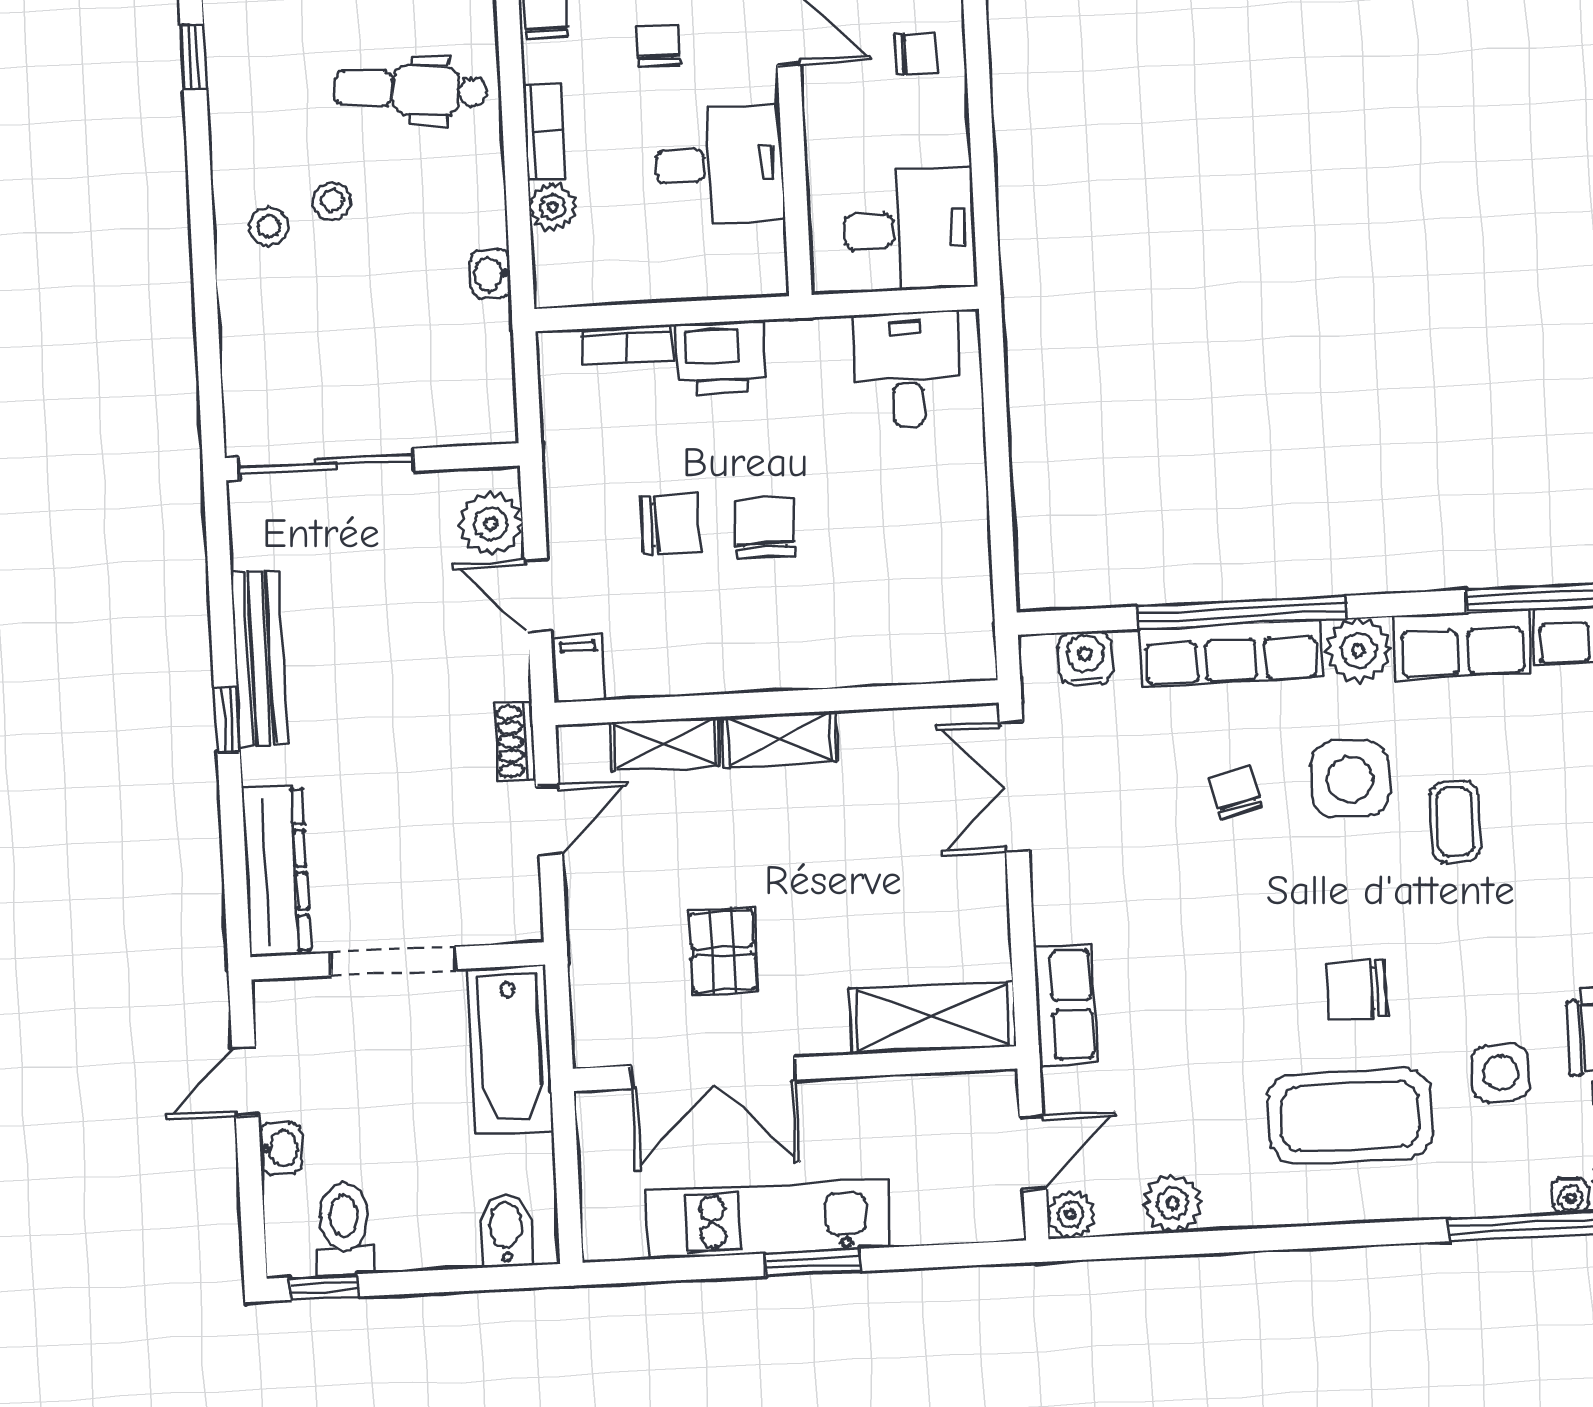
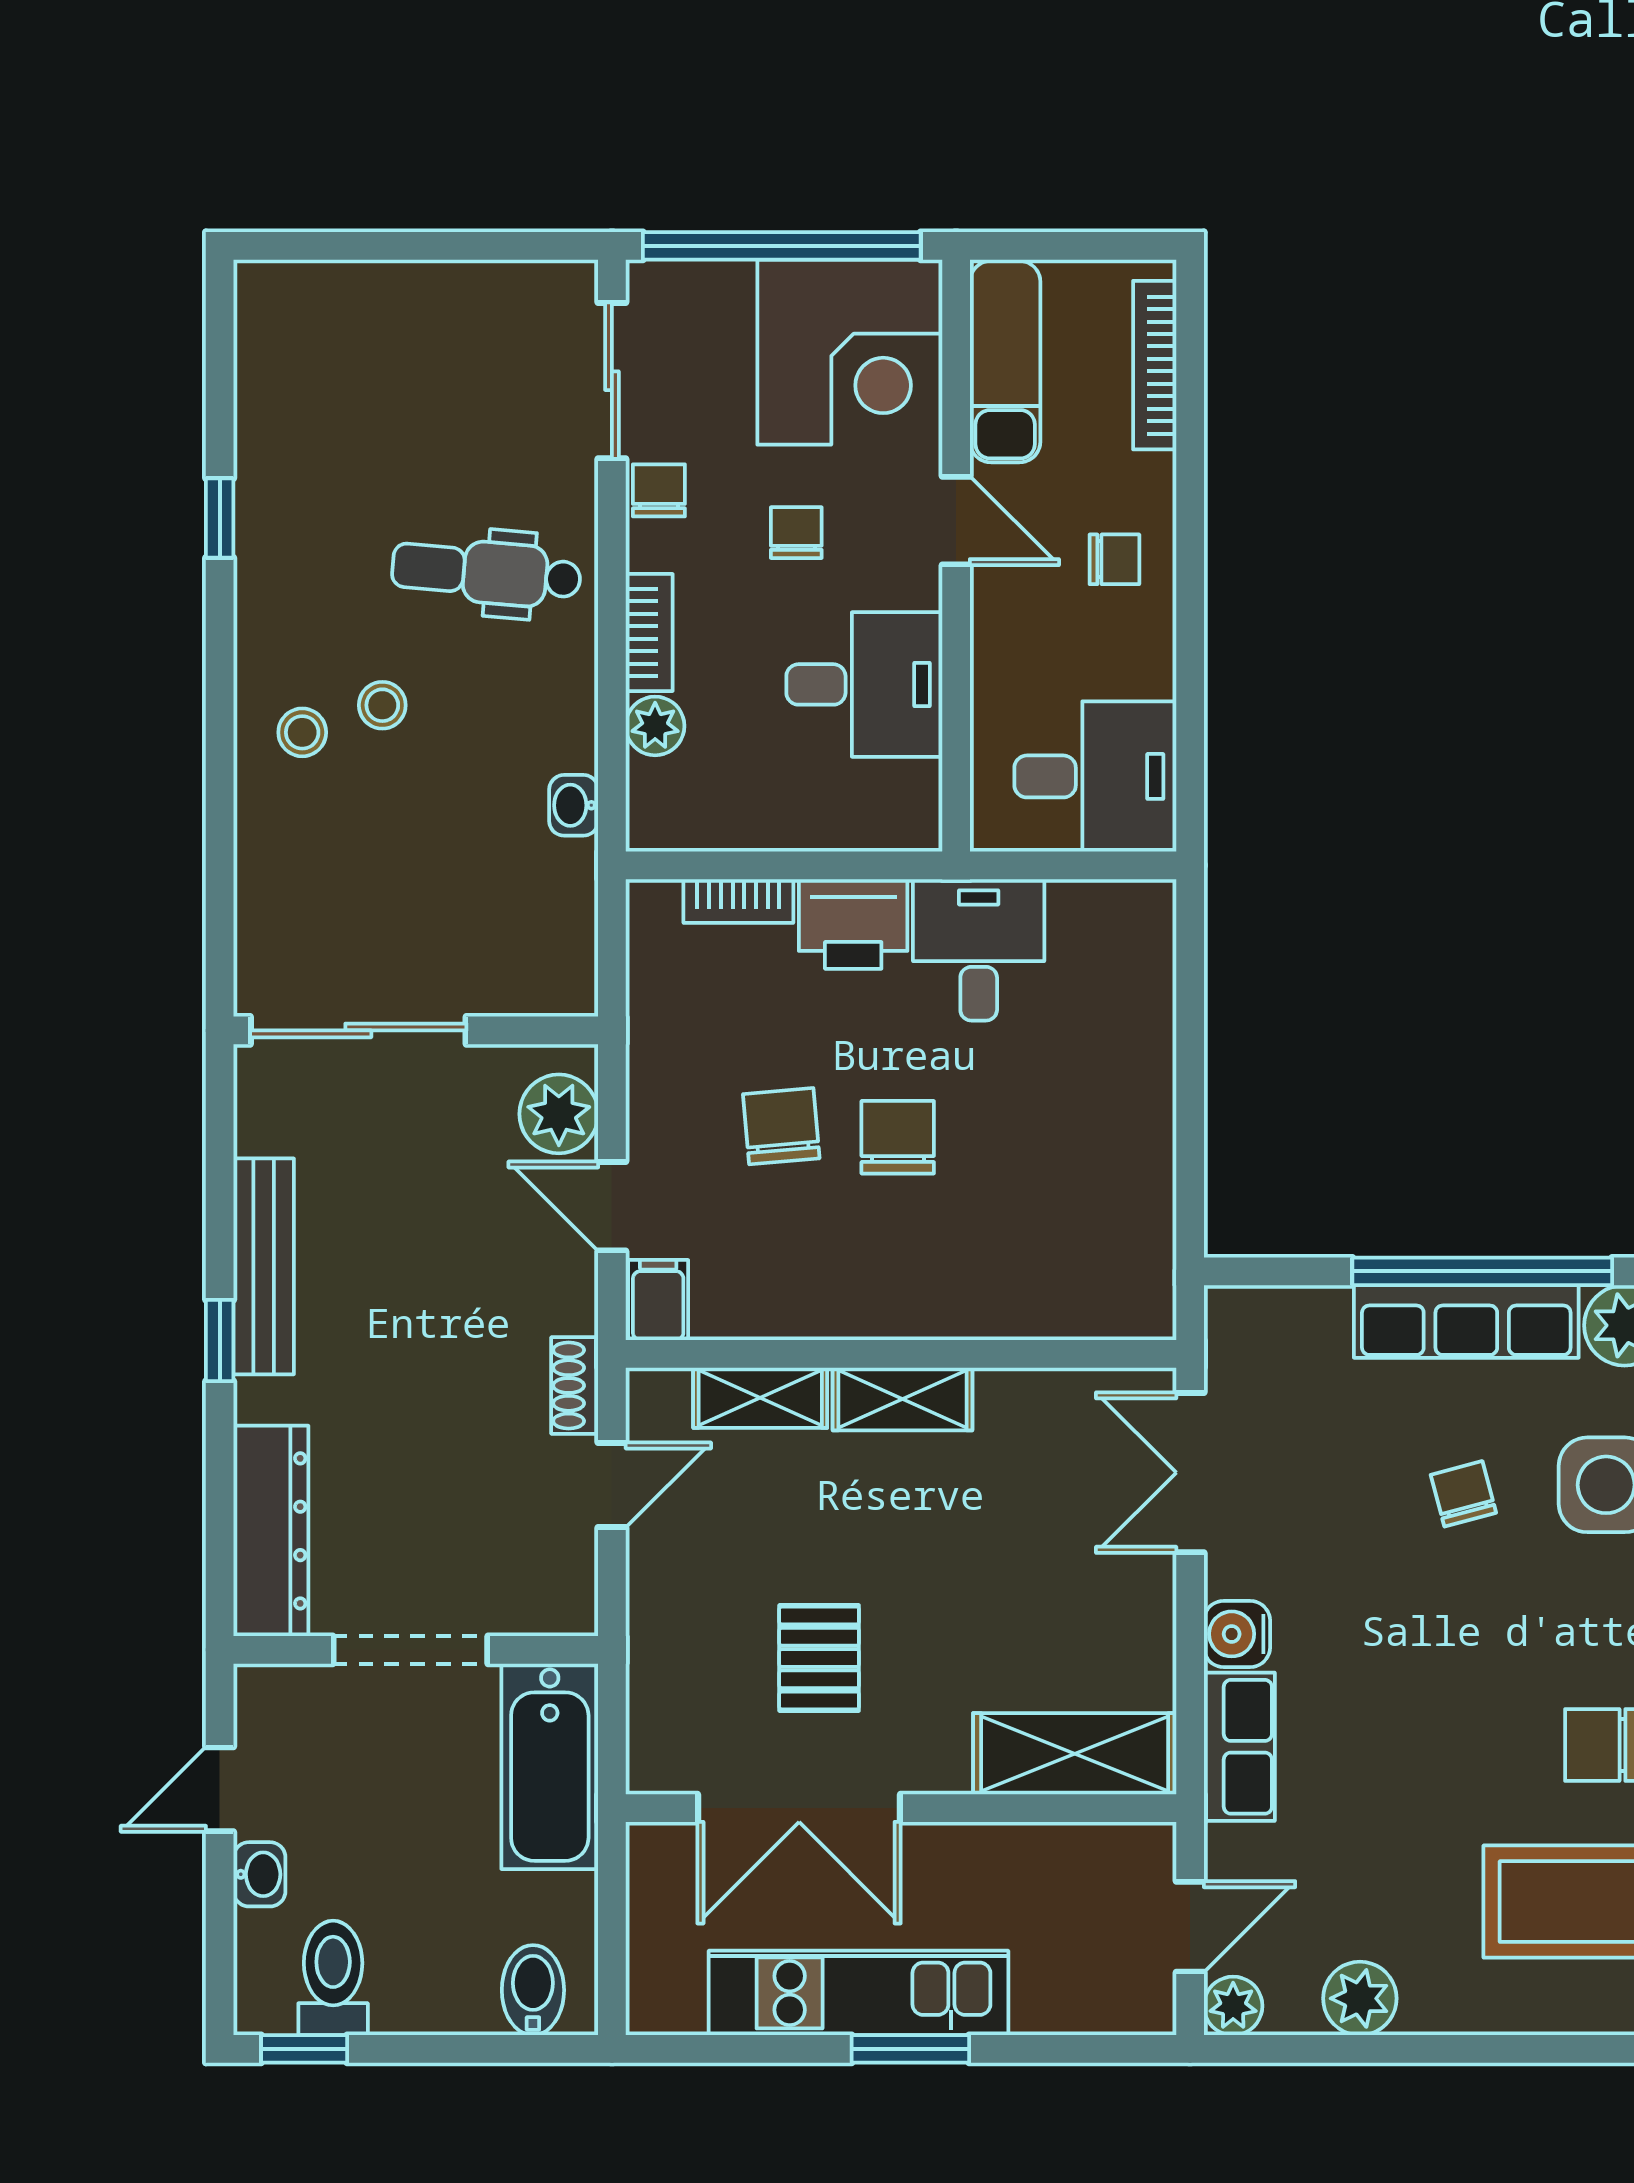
desk: (907, 370) -> (979, 950), moved
chair: (671, 524) -> (781, 1126), turned -95
water cooler: (1085, 658) -> (1237, 1634), moved, turned -90

